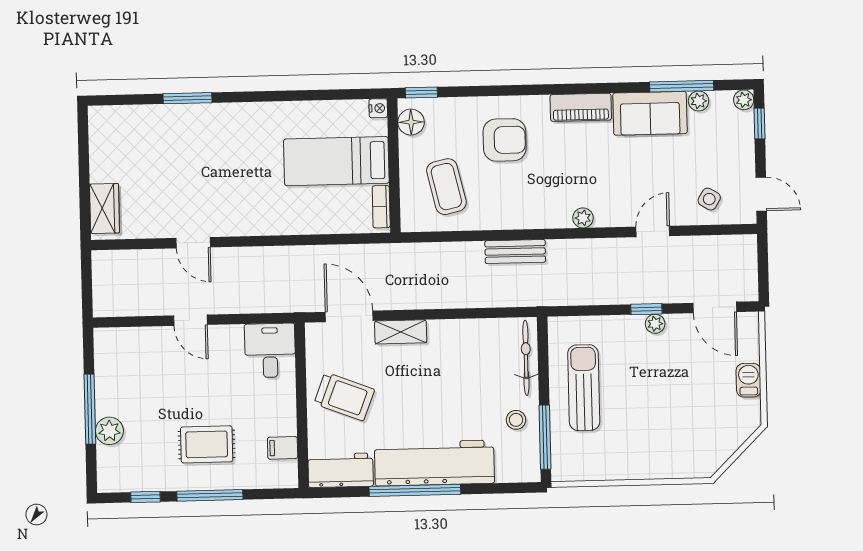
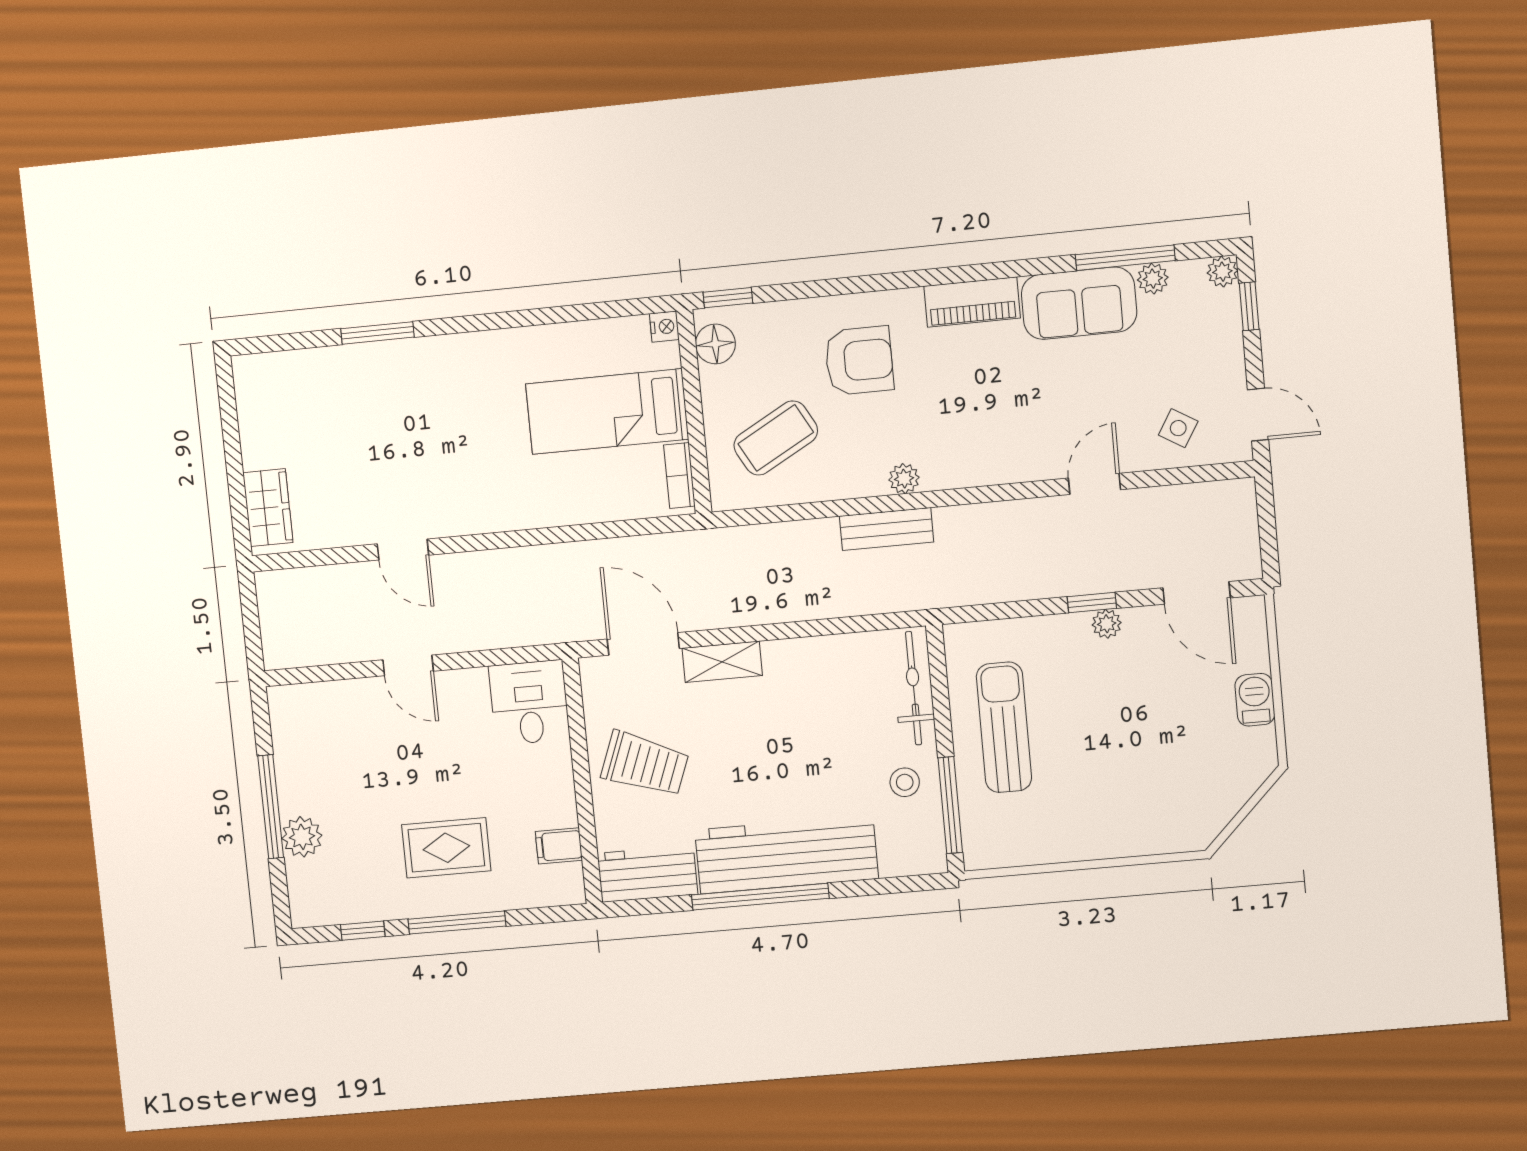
coffee table: (446, 187) -> (776, 438), turned 74
plant: (583, 218) -> (904, 479), moved

